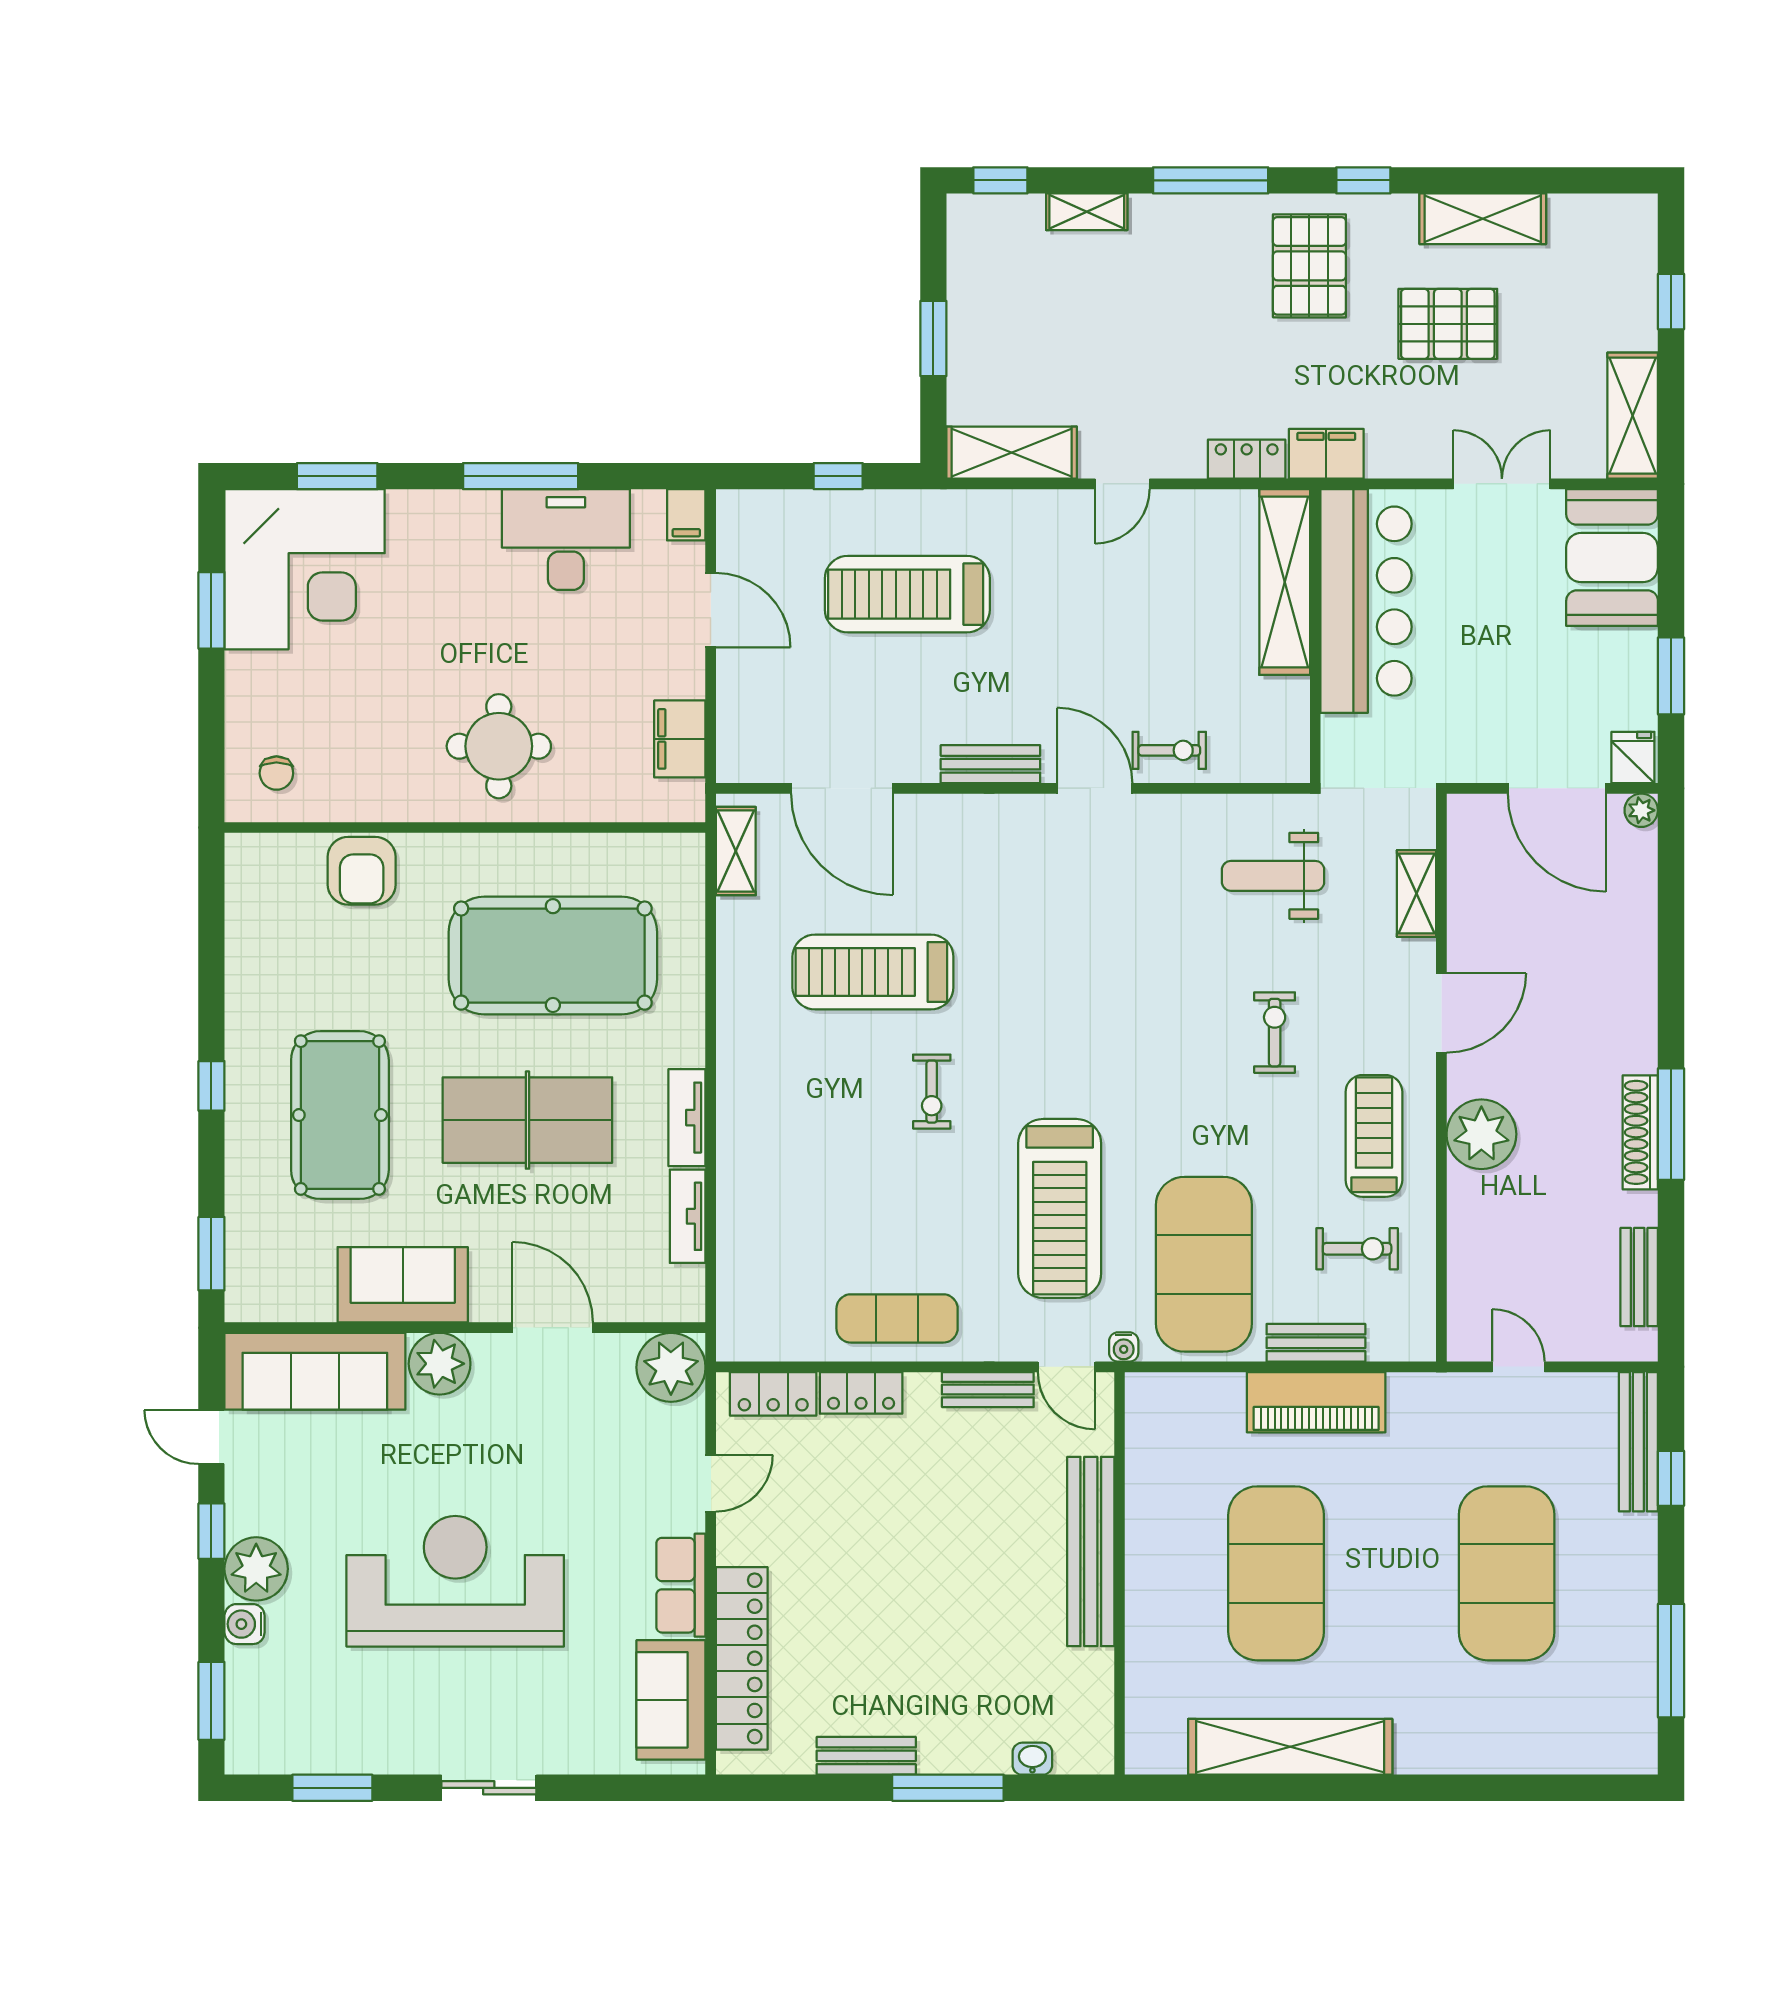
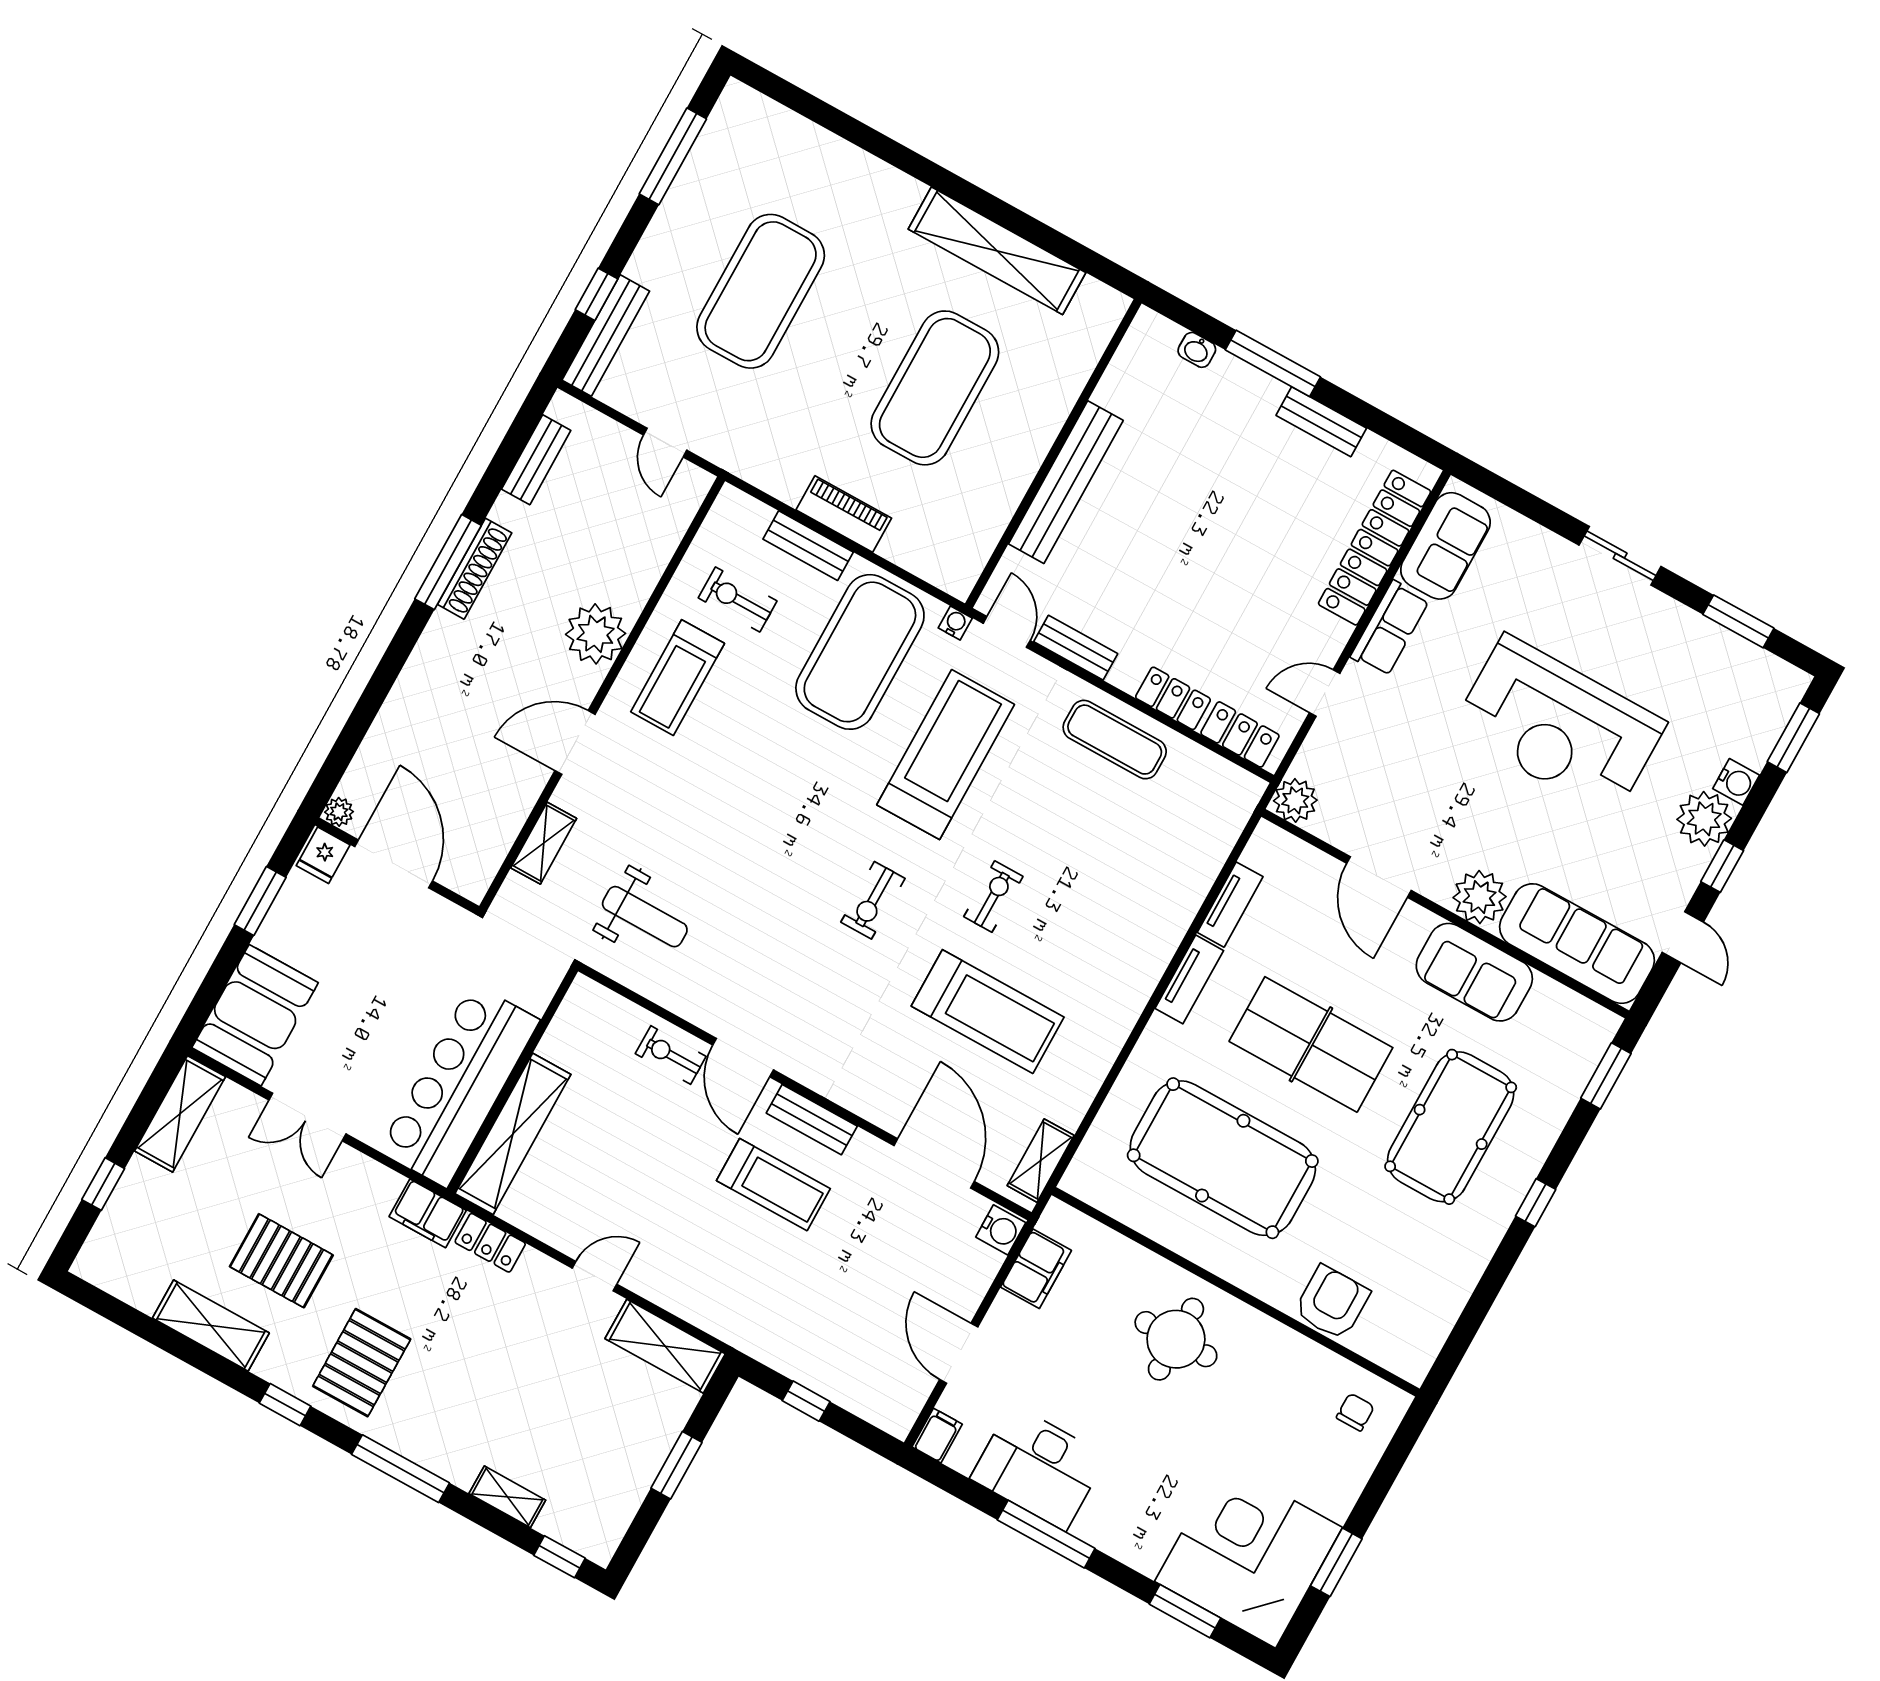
treadmill: (907, 594) -> (773, 1185), moved, width x0.73, depth x0.73
water cooler: (737, 759) -> (1001, 1230), added
exercise bike: (1275, 1033) -> (873, 900), moved
plant: (671, 1367) -> (1295, 800), width x0.73, depth x0.73
piano: (1316, 1402) -> (844, 514), width x0.73, depth x0.75

